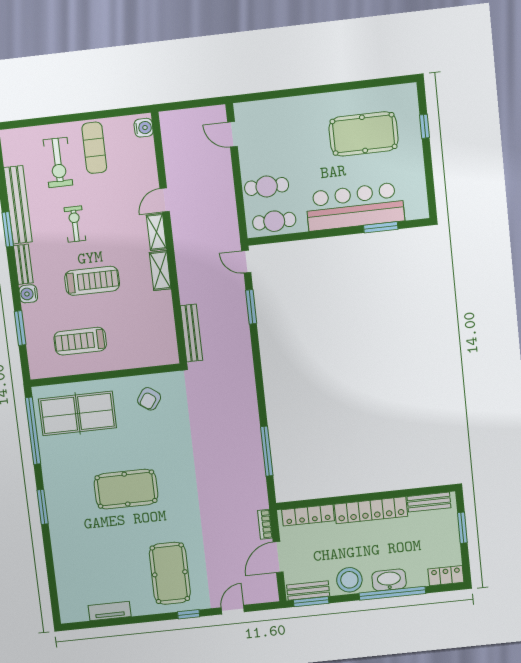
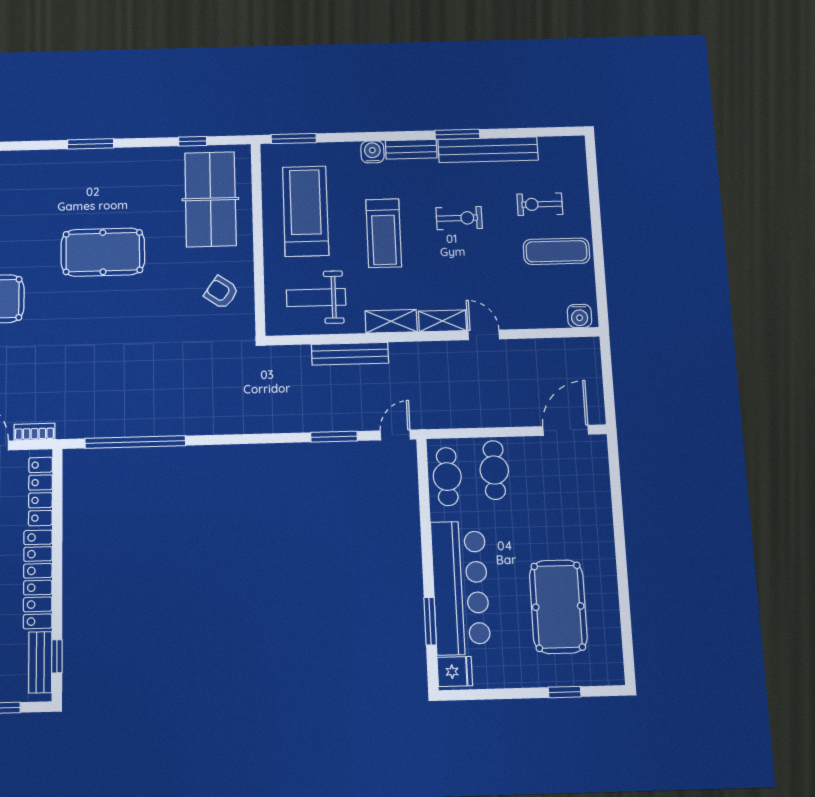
door: (232, 134) -> (566, 430), width x1.38
exercise bike: (58, 162) -> (540, 204), width x0.73, depth x0.72
fridge: (415, 207) -> (455, 672), added
window: (20, 328) -> (294, 139), moved
weight bench: (147, 328) -> (316, 298), added
bench: (191, 333) -> (350, 354), moved
treadmill: (80, 341) -> (306, 211), width x1.37, depth x1.38
window: (33, 431) -> (193, 141), width x0.32
window: (267, 451) -> (135, 442), width x1.46
pool table: (126, 489) -> (103, 252), turned 90
window: (424, 491) -> (57, 656), added

